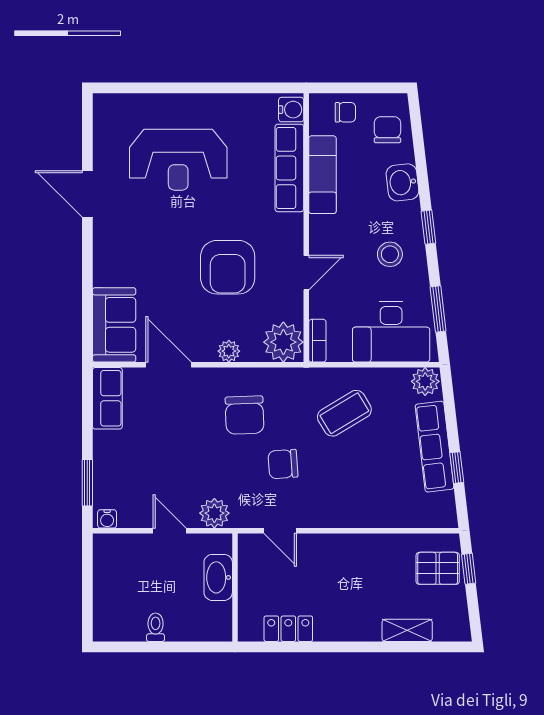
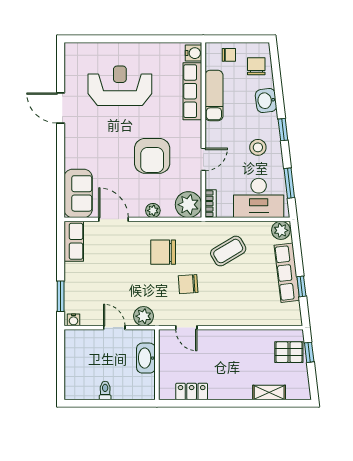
reception desk: (178, 160) -> (120, 86), turned 180
chair: (245, 415) -> (163, 252), turned 92

